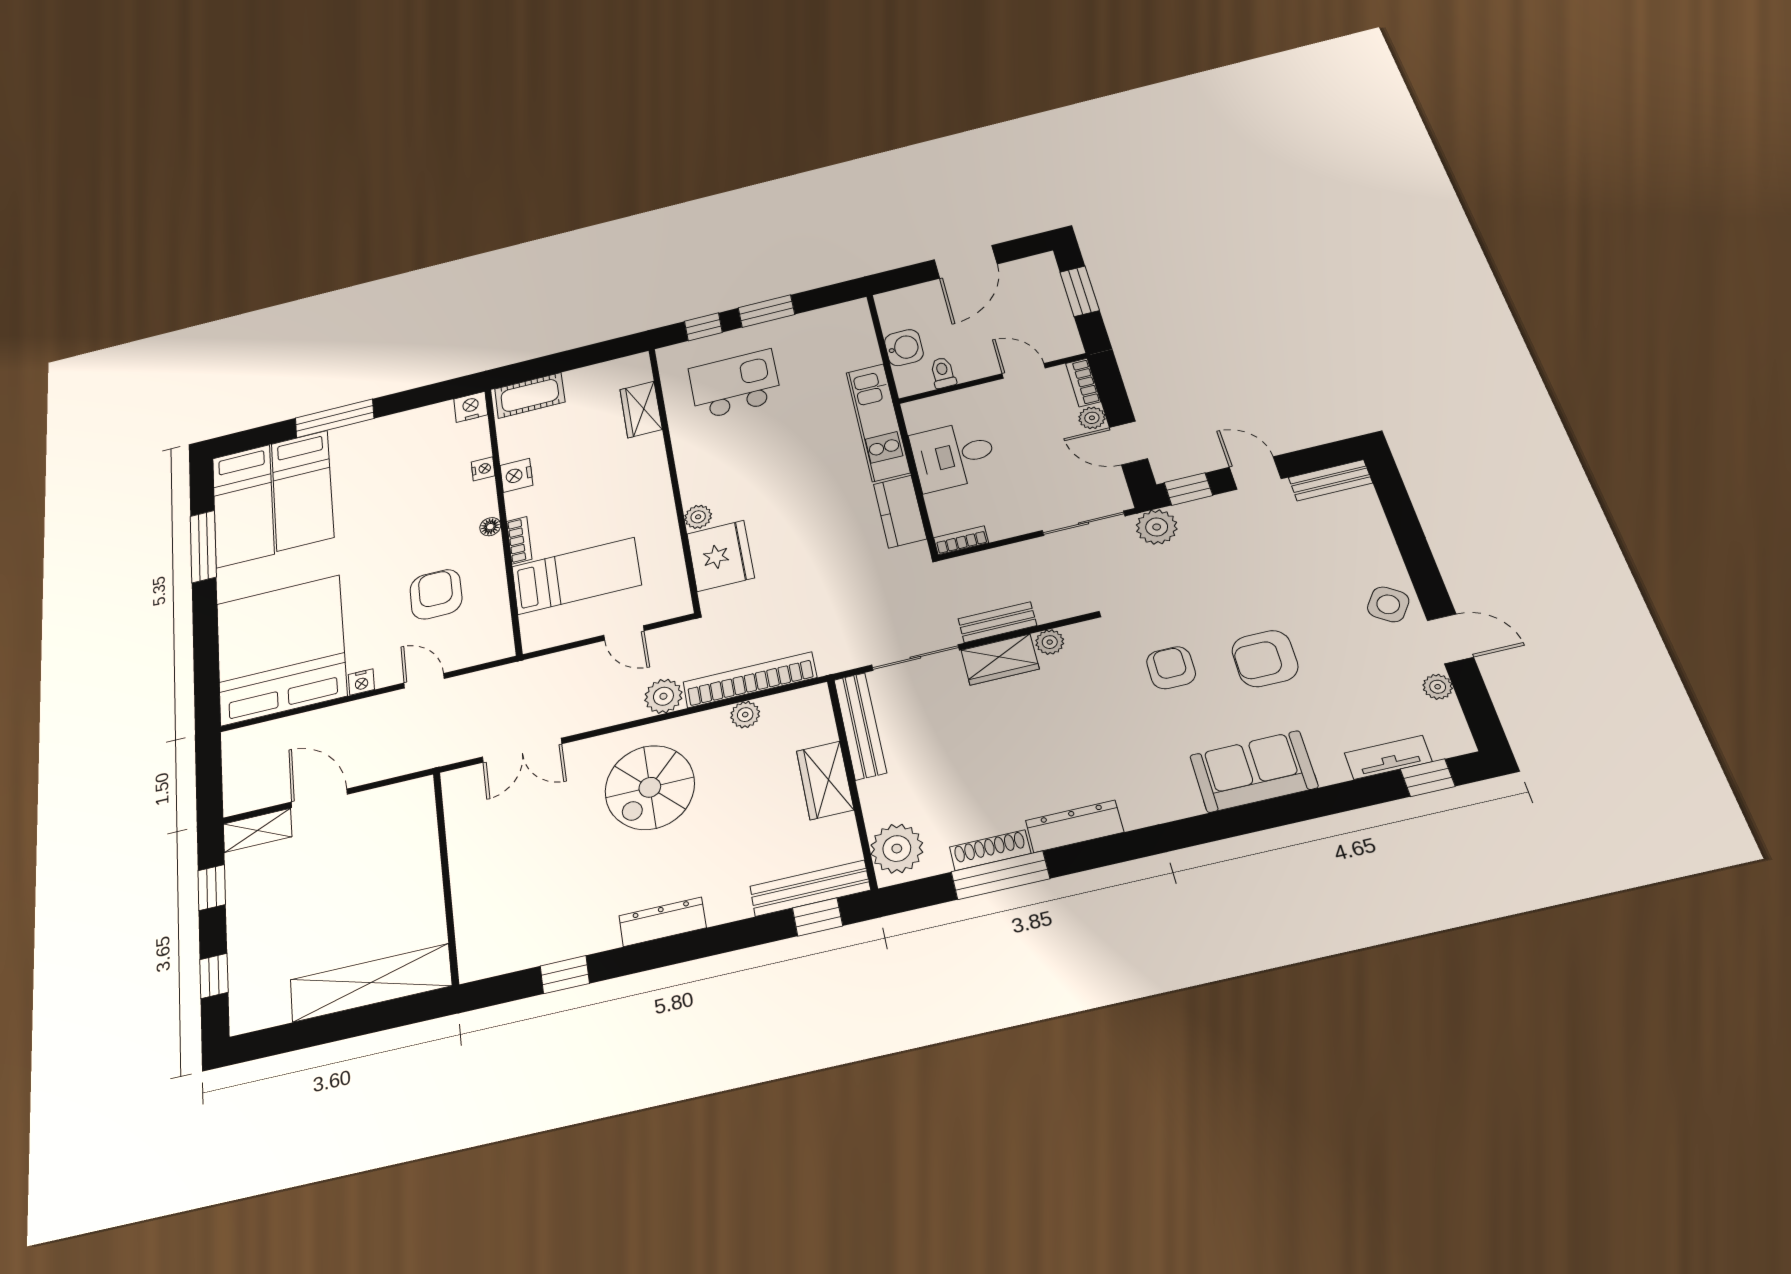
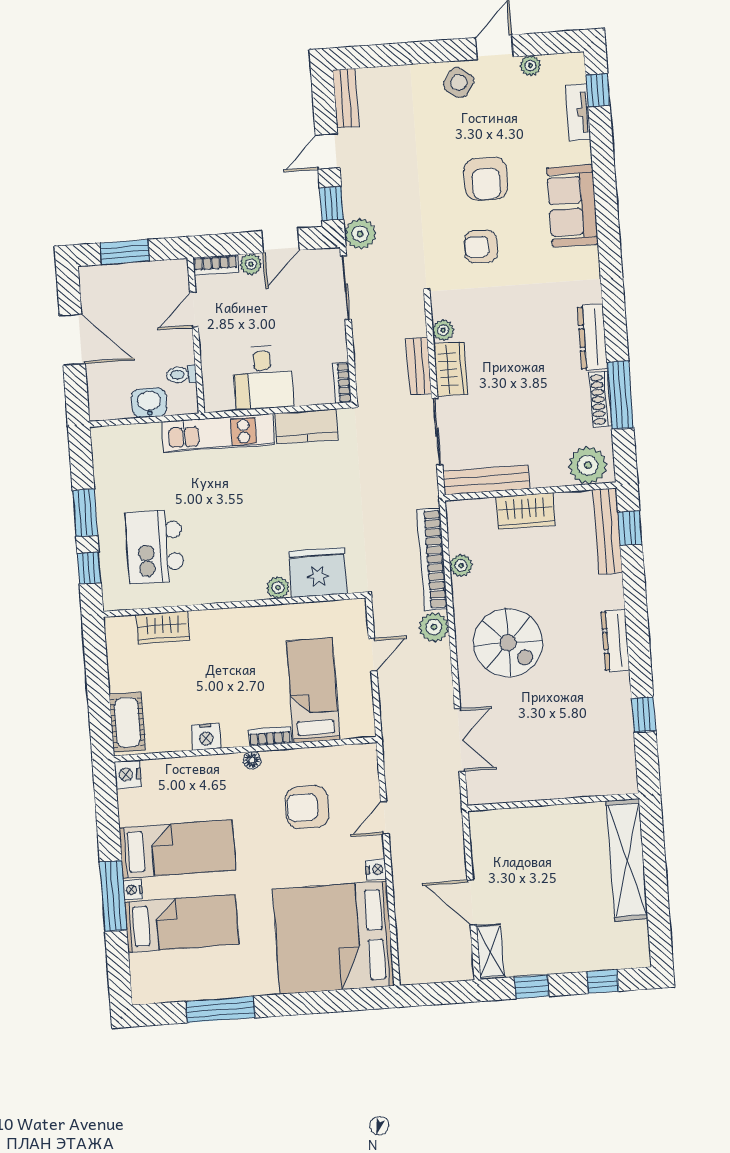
nightstand: (483, 469) -> (133, 890), moved, turned -90
bed: (243, 506) -> (177, 849), moved
door: (319, 798) -> (472, 902), hinge flipped

